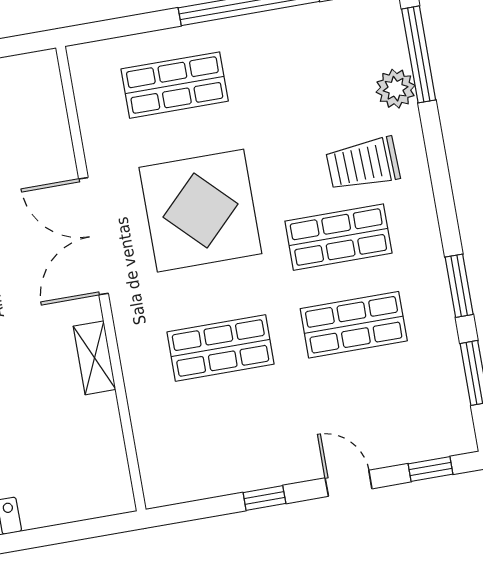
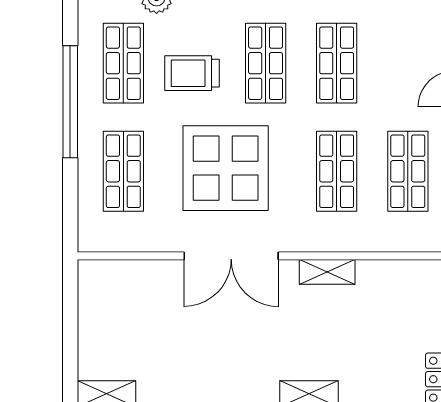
shop shelf: (308, 62) -> (123, 63), added
trolley: (363, 164) -> (192, 73), moved, turned 92
shop shelf: (236, 436) -> (408, 171), added

